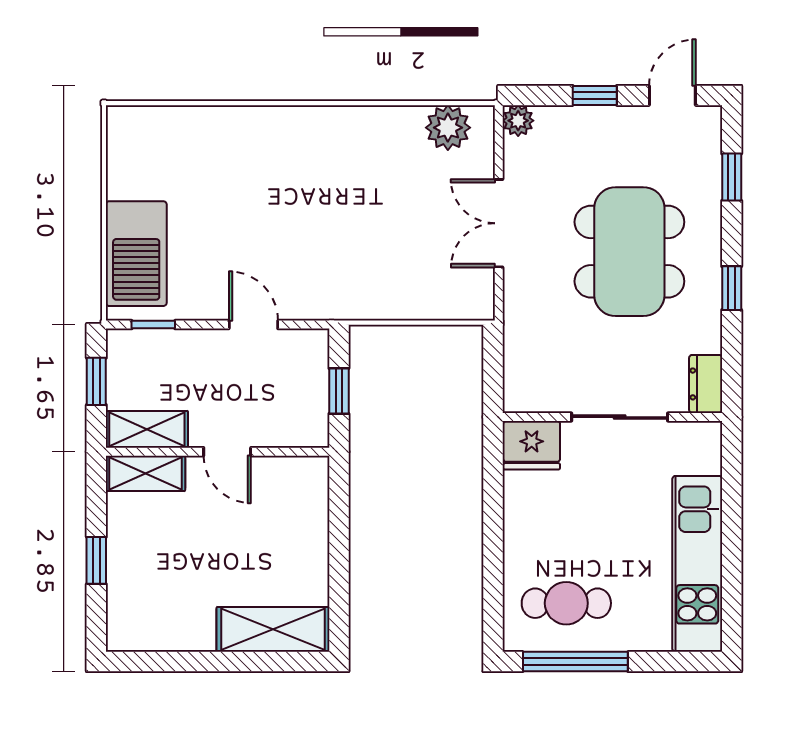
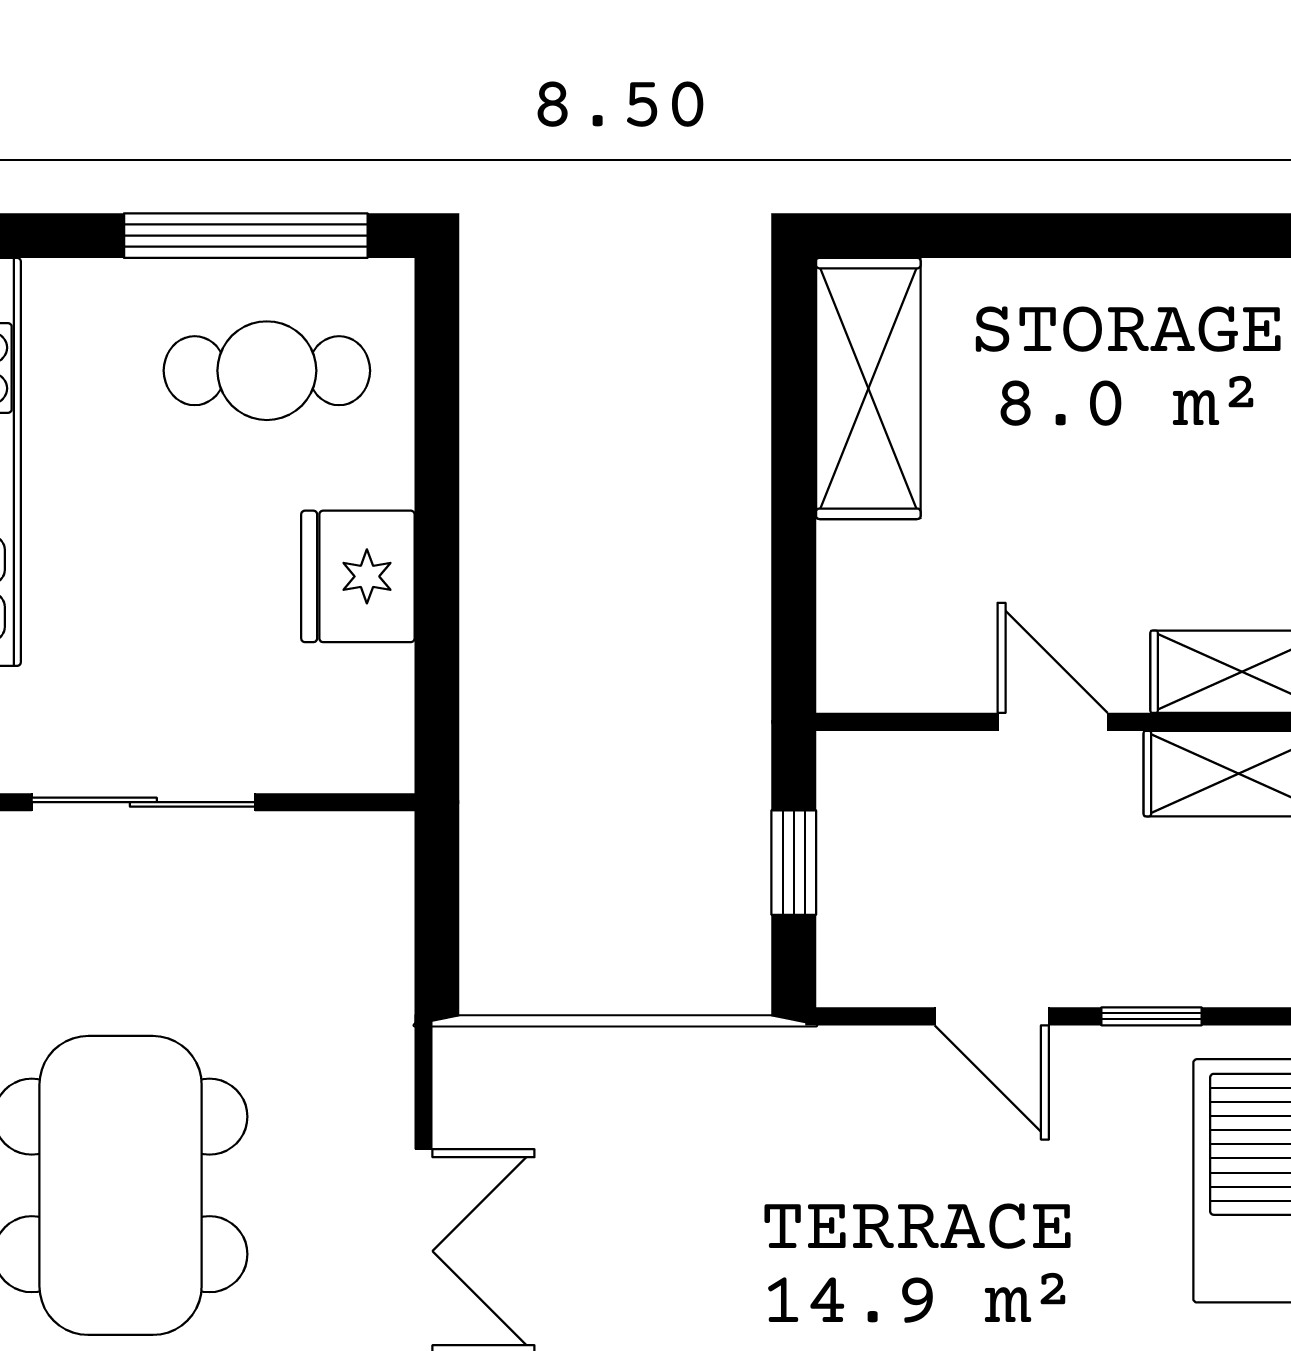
window: (153, 325) -> (1152, 1016), moved
fridge: (532, 445) -> (358, 576), moved, turned -90
shelving: (273, 629) -> (868, 388), moved, turned 90

